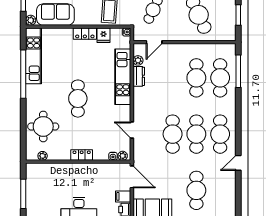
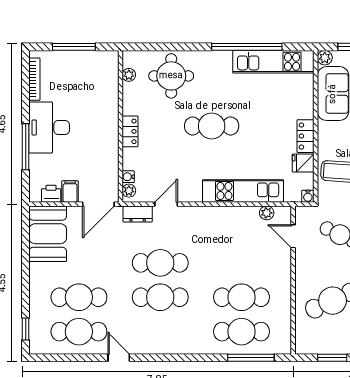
dresser: (139, 76) -> (138, 214), moved
cafe table: (220, 134) -> (79, 332), moved

